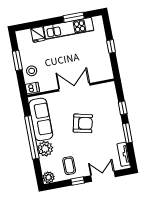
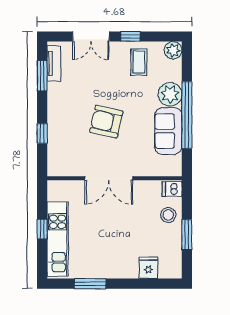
kitchen unit: (69, 28) -> (58, 239), moved, turned 90
sofa: (41, 119) -> (168, 131), width x0.73
window: (127, 133) -> (42, 76), moved

